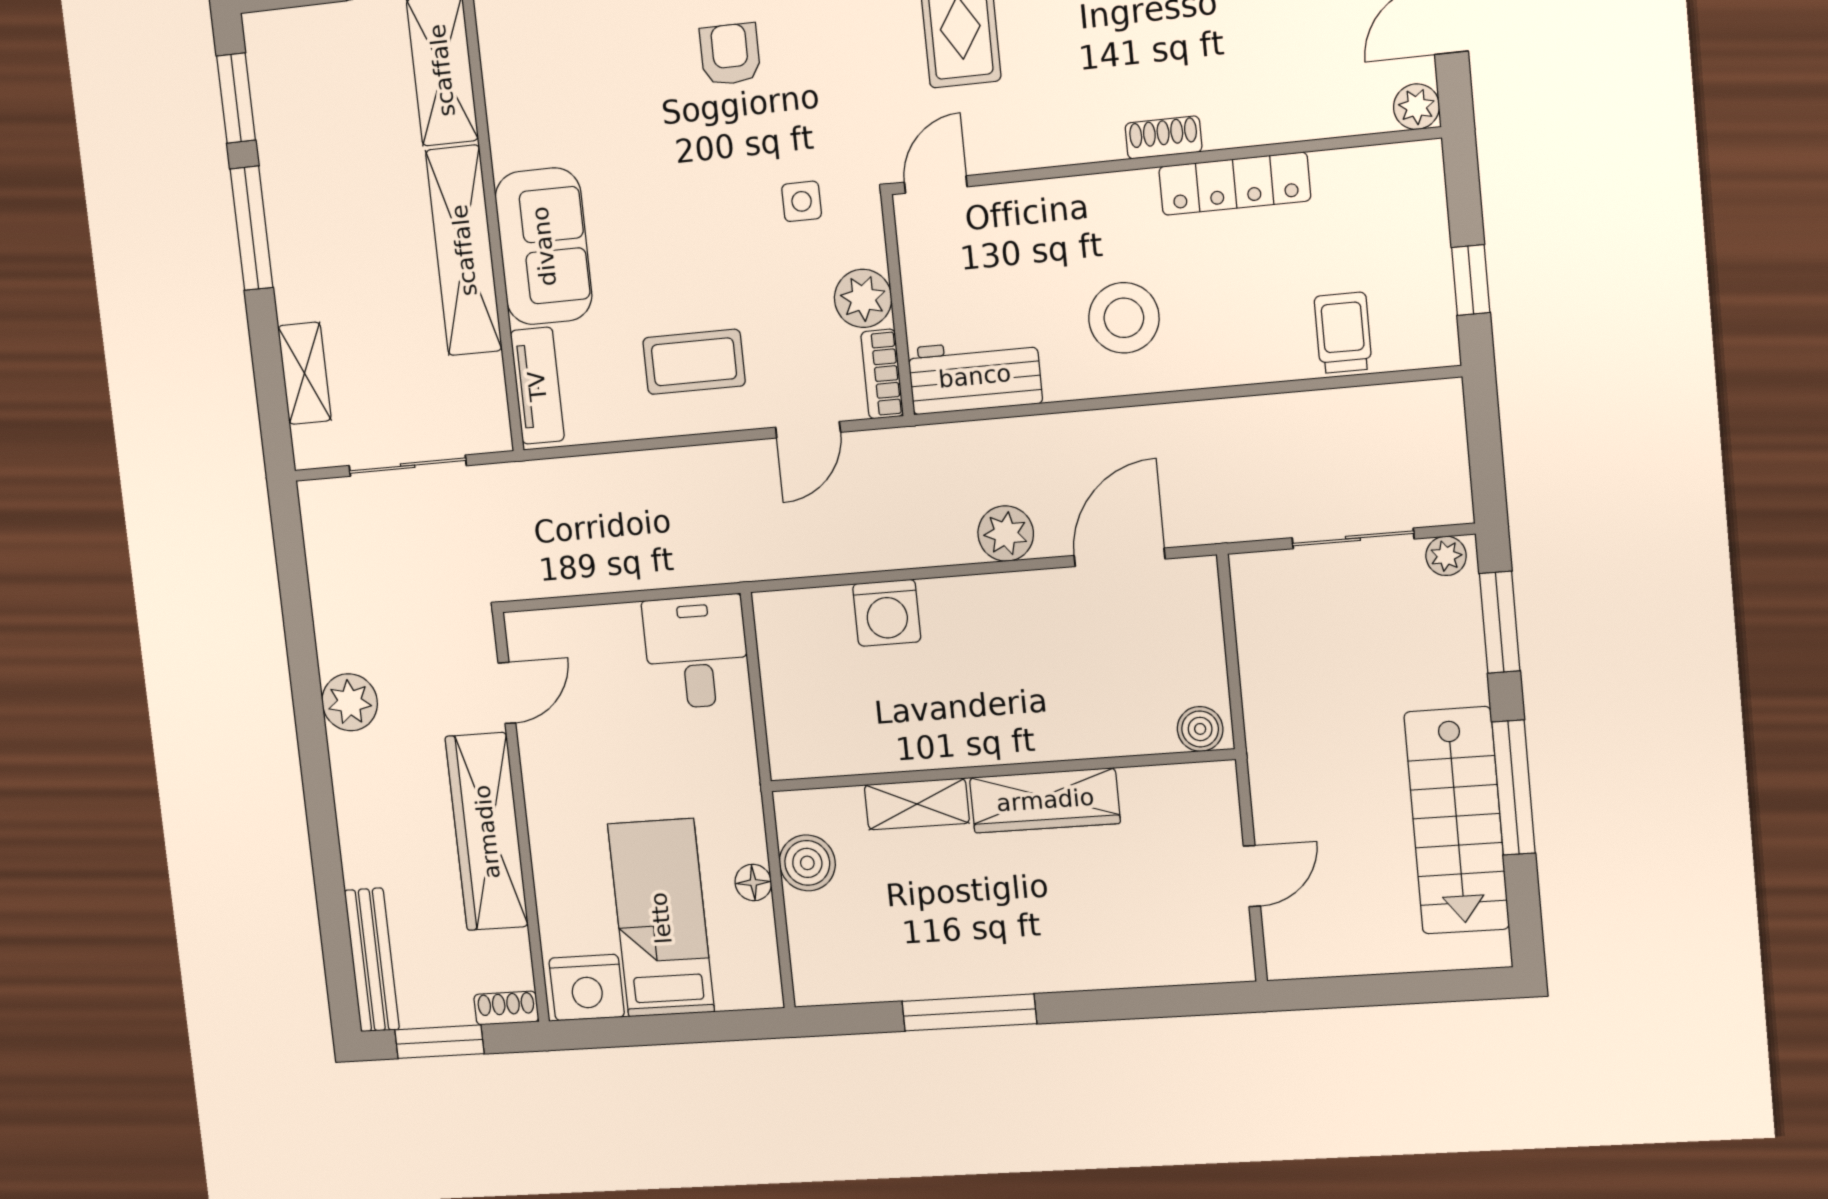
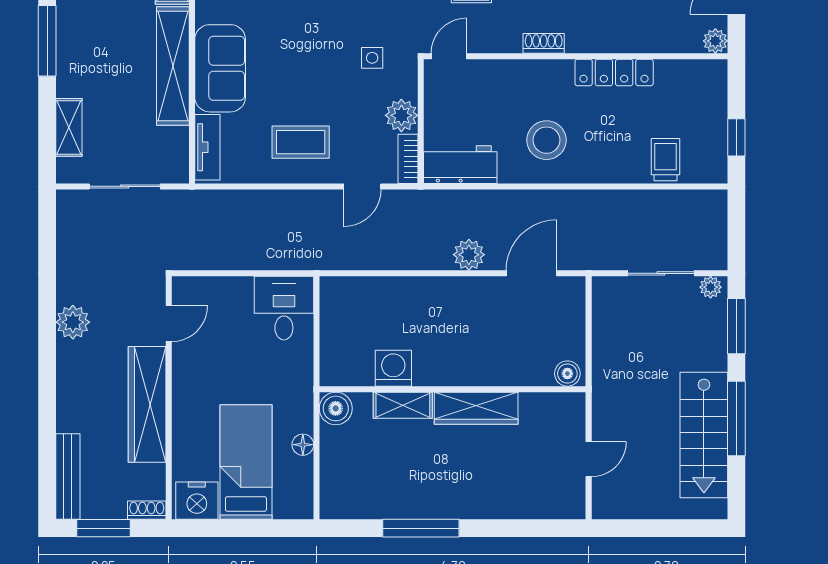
shoe rack: (1163, 137) -> (544, 43), moved
washing machine: (887, 613) -> (393, 368), moved, turned 180
boiler: (807, 863) -> (336, 408), moved

